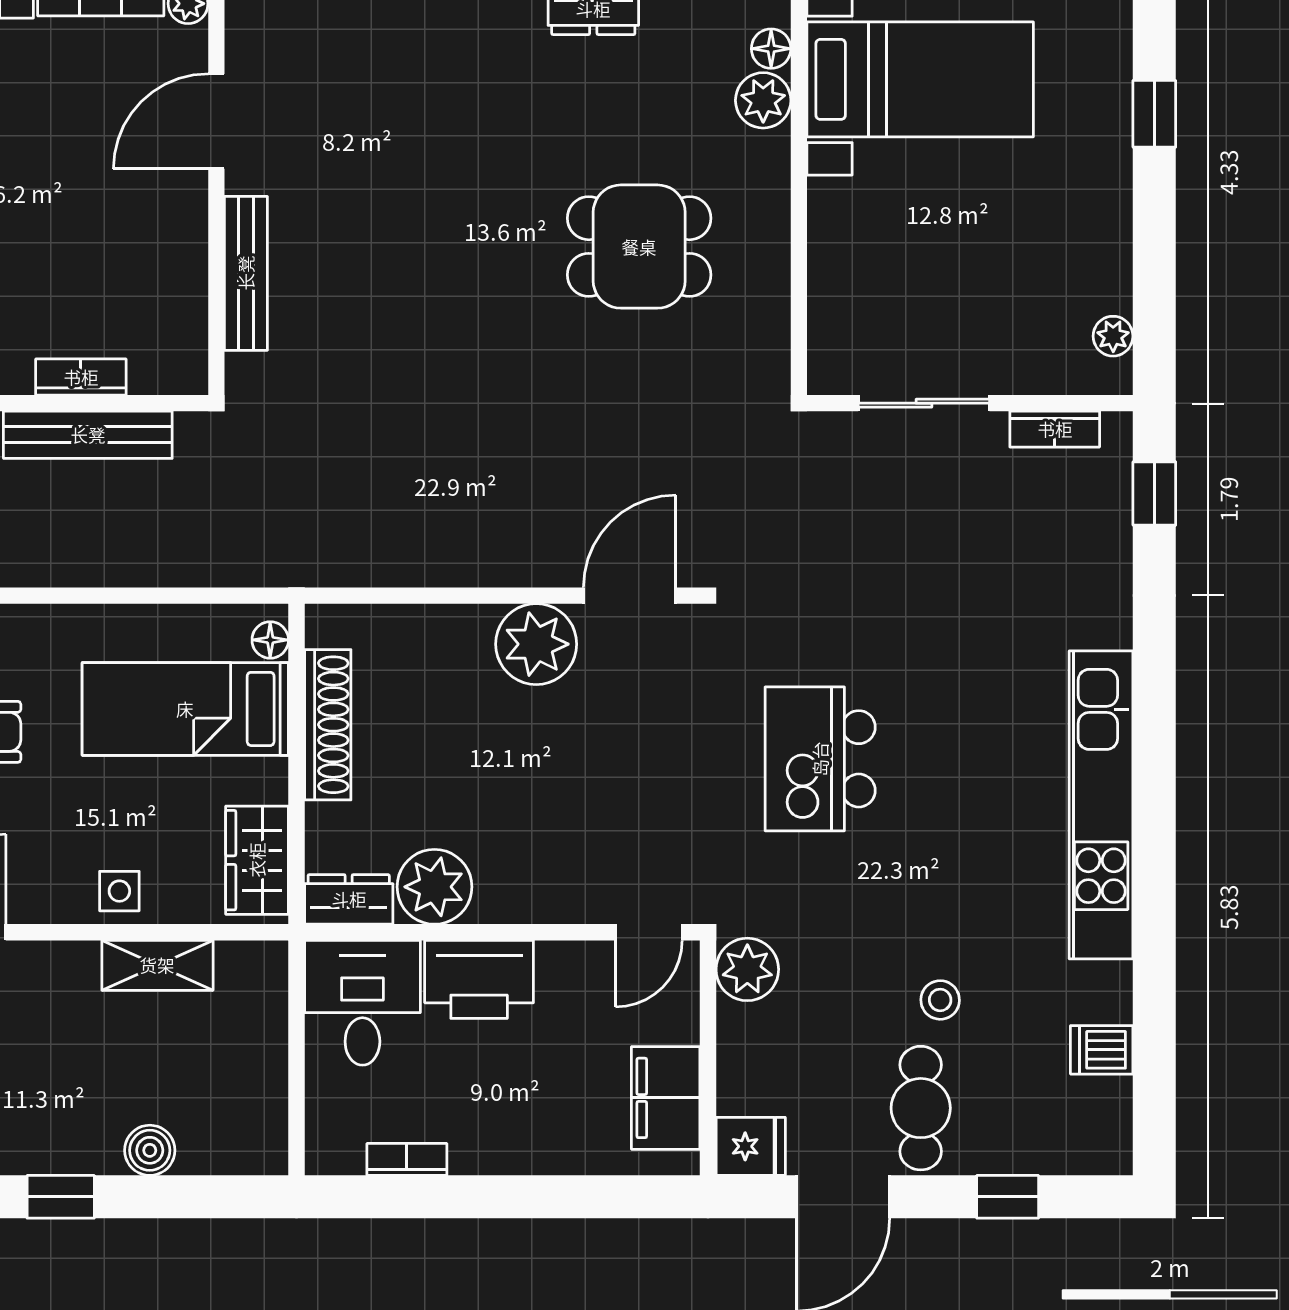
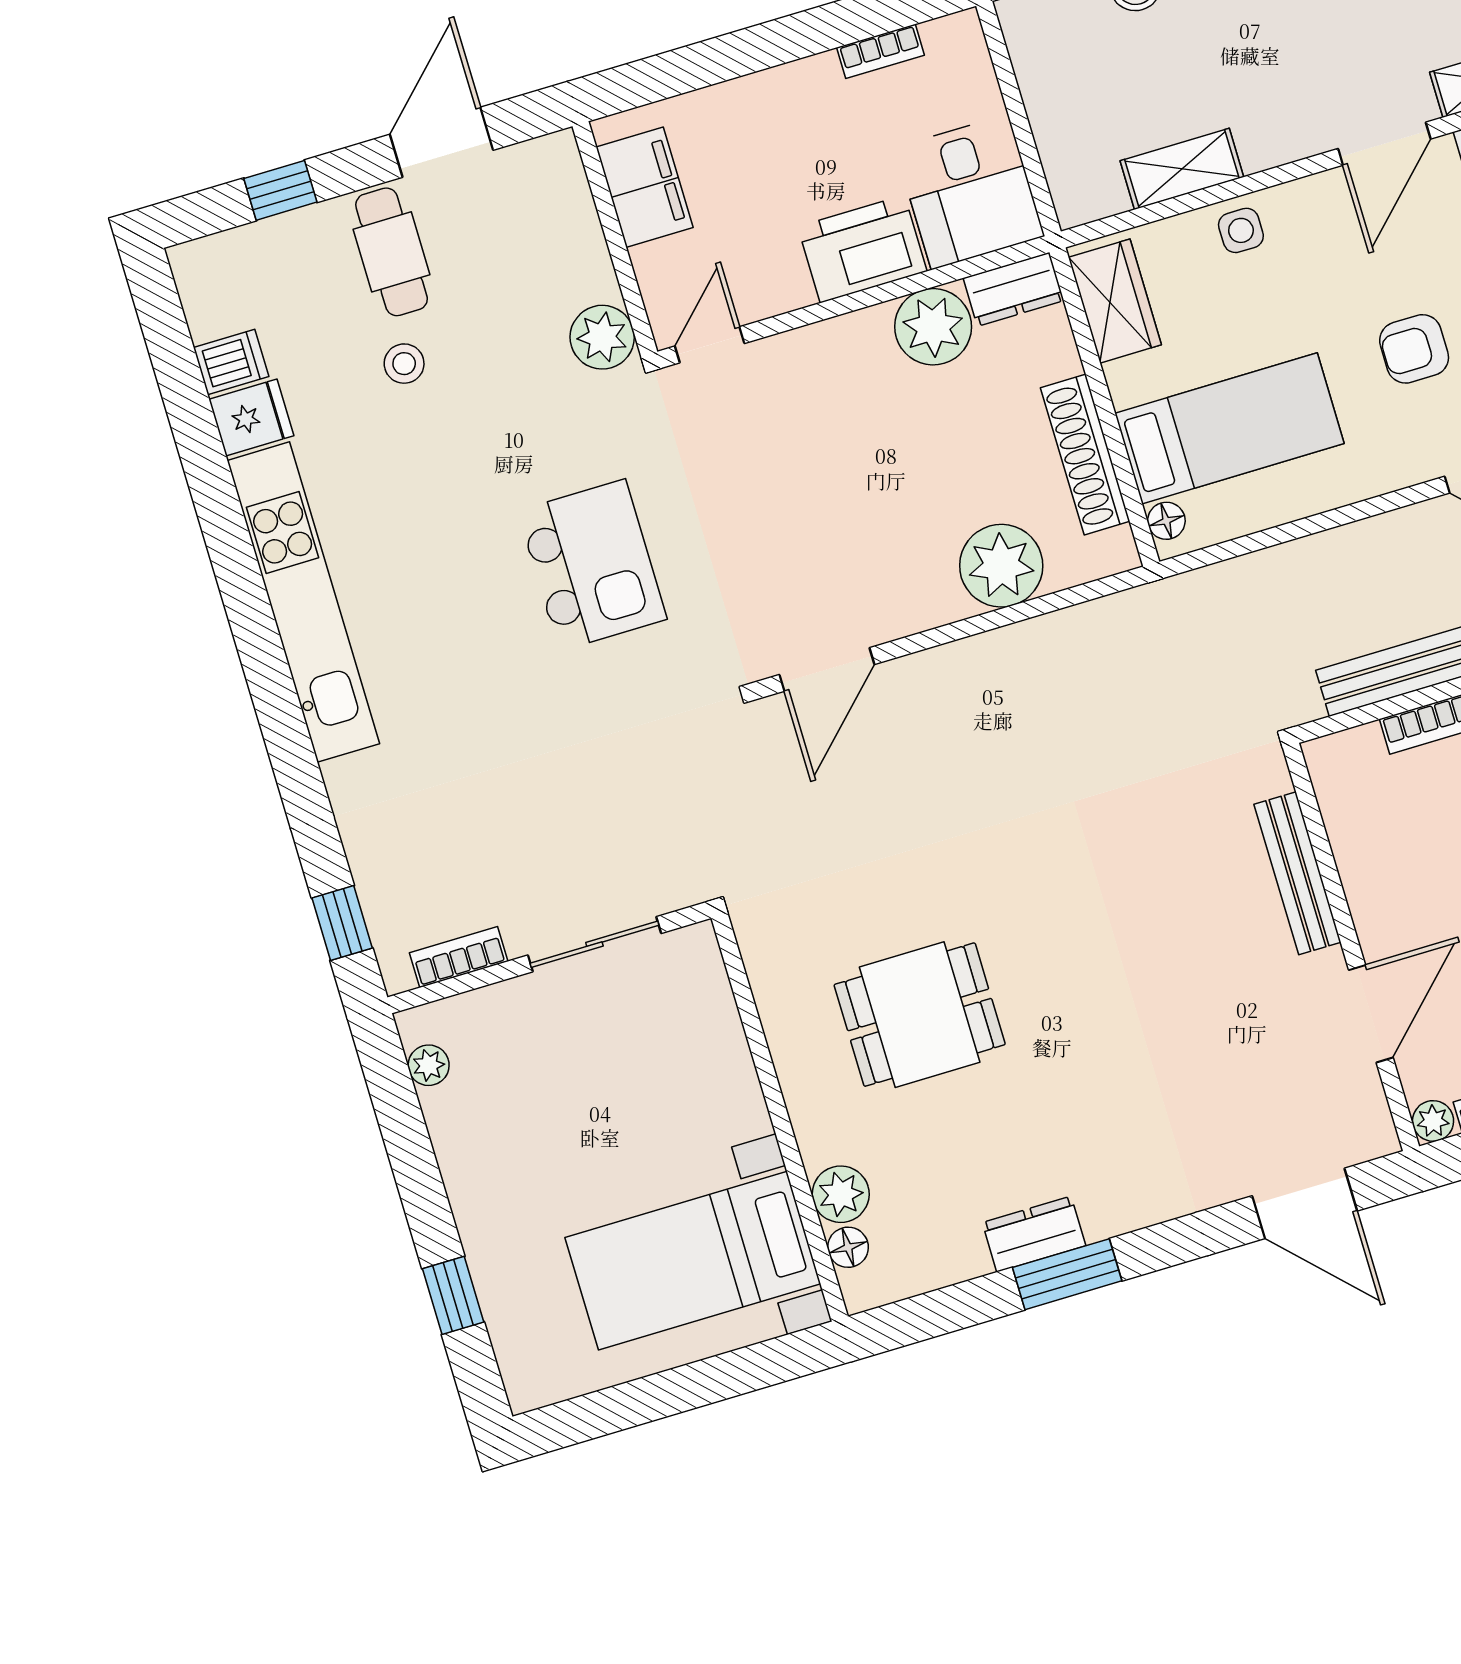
plant: (536, 644) -> (1001, 566), moved
fridge: (751, 1146) -> (251, 417), moved, turned 180

